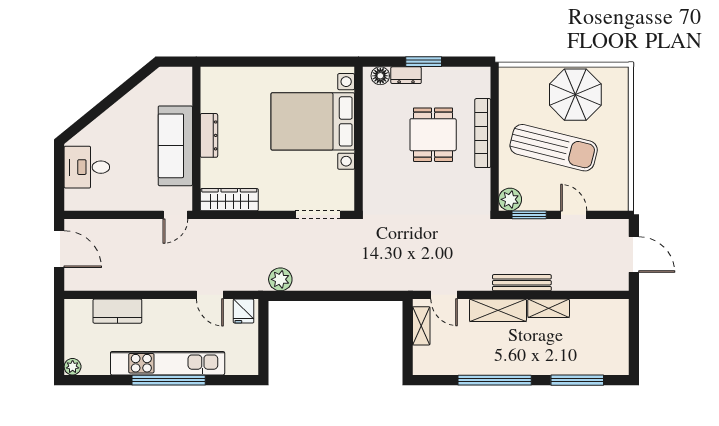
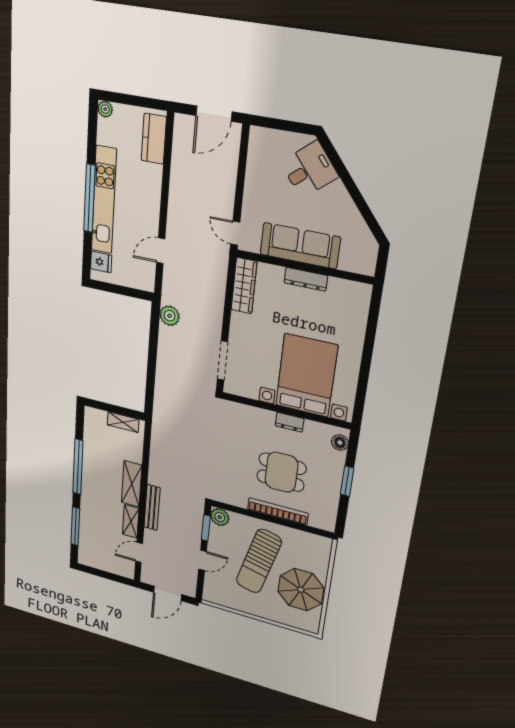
dresser: (406, 75) -> (290, 422), moved, turned -90
desk: (87, 167) -> (309, 170), moved, turned 51
door: (444, 295) -> (139, 552), moved
kitchen counter: (117, 311) -> (154, 139), moved
fridge: (244, 311) -> (101, 262), moved, turned 180

